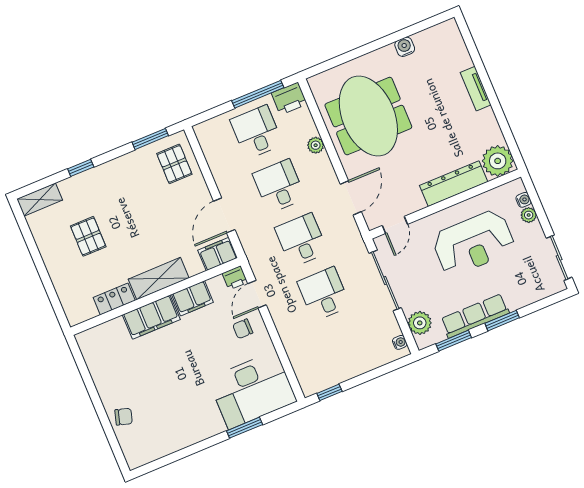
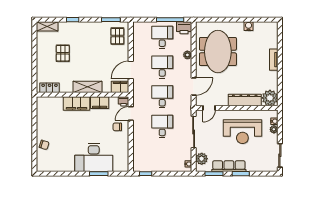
locker: (114, 299) -> (50, 88), moved
desk: (252, 390) -> (94, 157), moved

